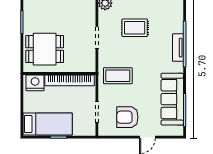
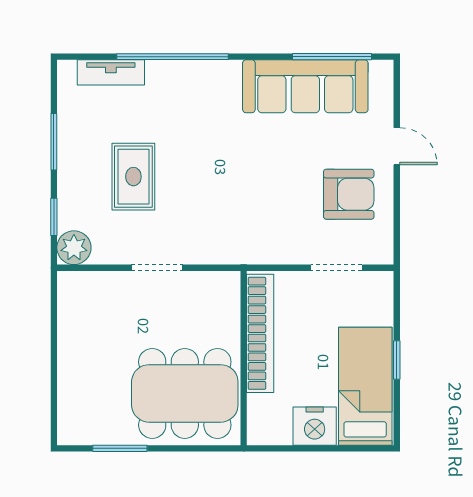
tv unit: (178, 48) -> (111, 72), moved
dining table: (45, 49) -> (185, 393), width x1.38
coffee table: (118, 76) -> (249, 217), removed
nightstand: (35, 83) -> (315, 426), moved, turned -90
armchair: (127, 117) -> (349, 194), turned -90

